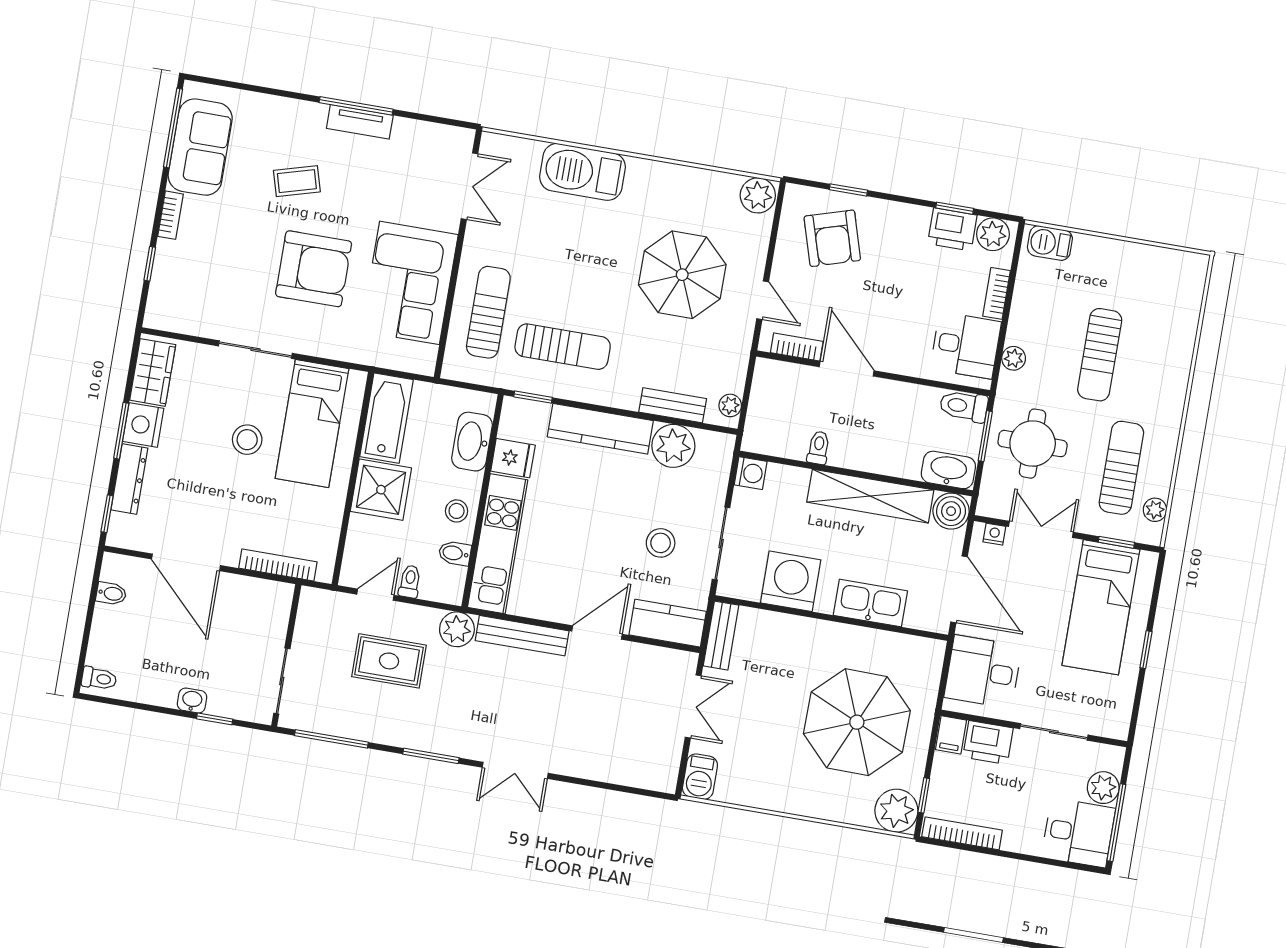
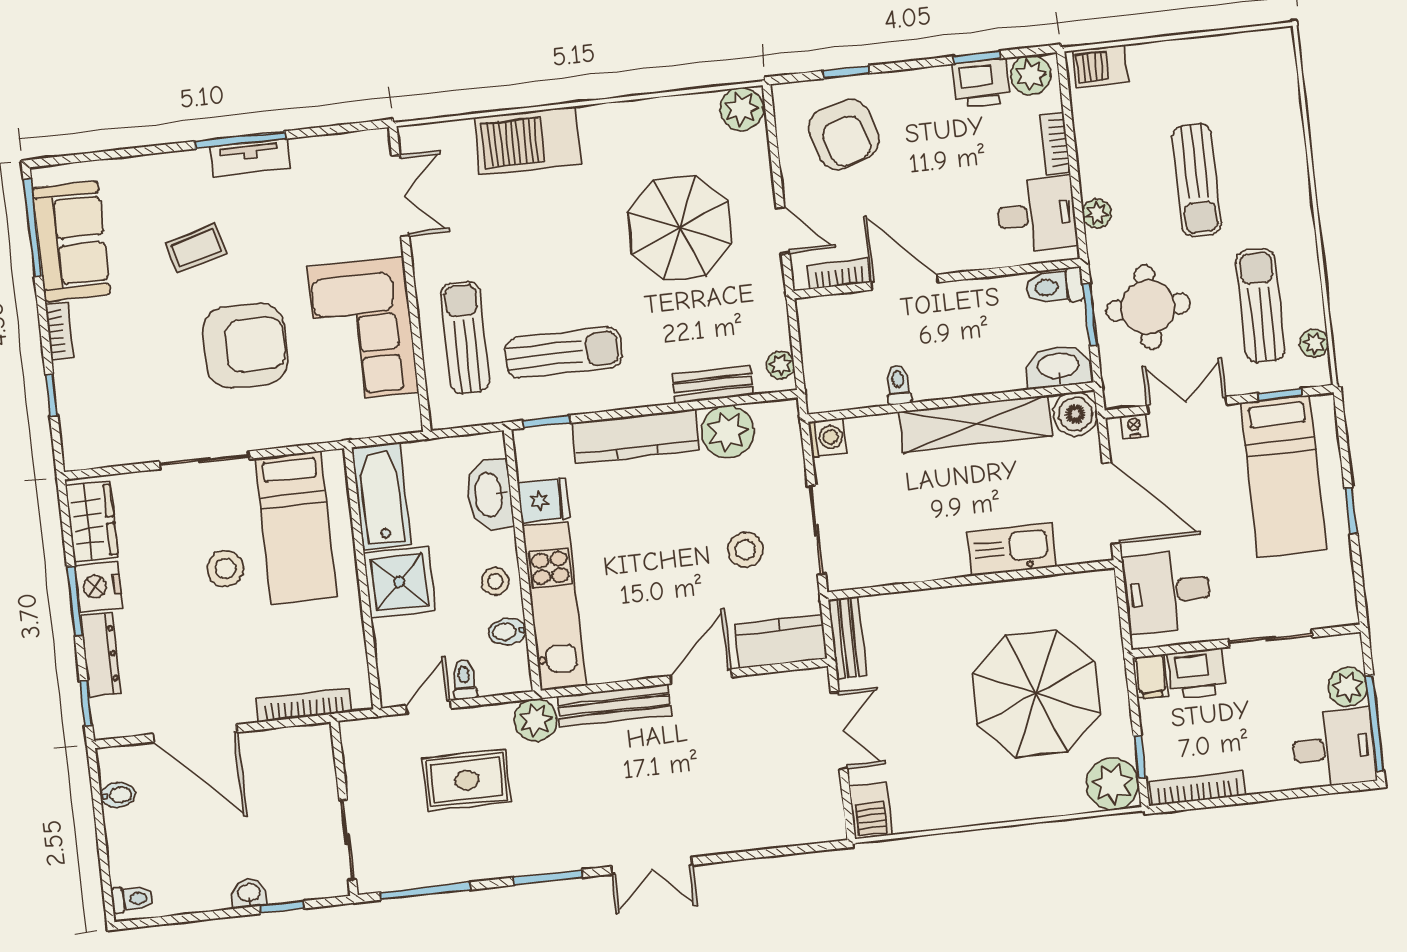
washing machine: (791, 581) -> (911, 551), removed

